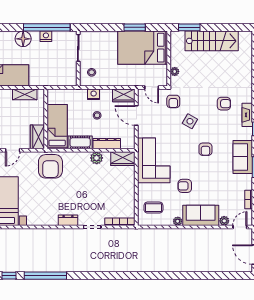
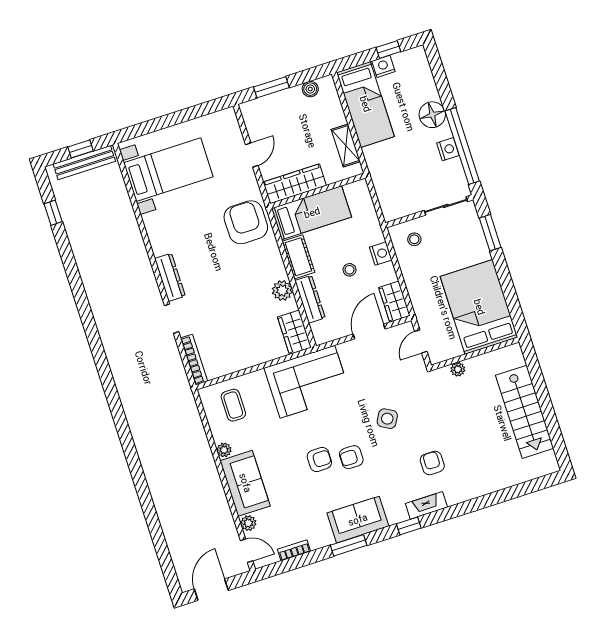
window: (135, 27) -> (490, 233), moved
window: (189, 27) -> (534, 370), removed
armchair: (173, 101) -> (410, 382), removed
armchair: (224, 104) -> (432, 463), turned 180
wardrobe: (37, 137) -> (295, 184), width x1.50
door: (13, 150) -> (252, 155), swing flipped
armchair: (50, 166) -> (246, 222), turned 90
armchair: (185, 186) -> (319, 459), moved, turned 90
dresser: (68, 220) -> (170, 277), width x1.44
window: (45, 276) -> (72, 270), removed

